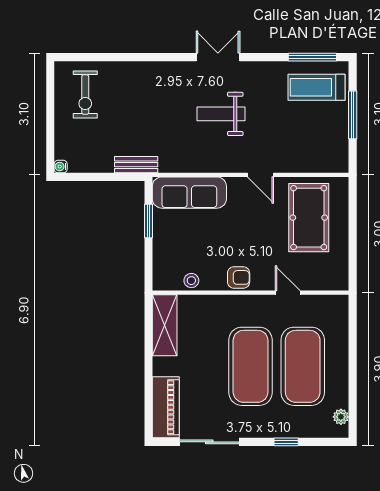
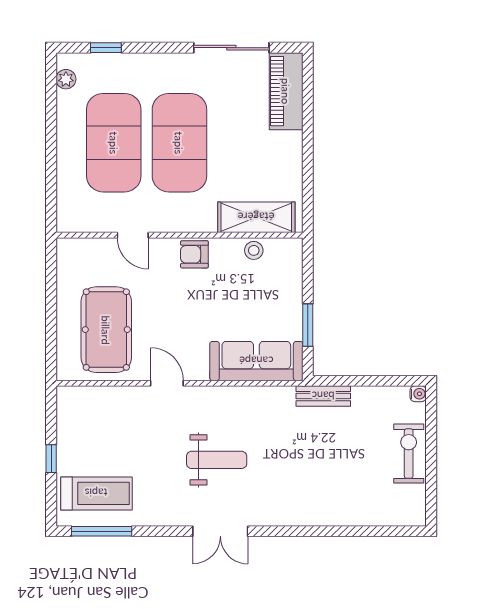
exercise bike: (85, 95) -> (409, 454), moved
window: (353, 115) -> (51, 459), width x0.46
shelving: (165, 325) -> (256, 217), moved, turned 90
window: (286, 442) -> (106, 48), moved

